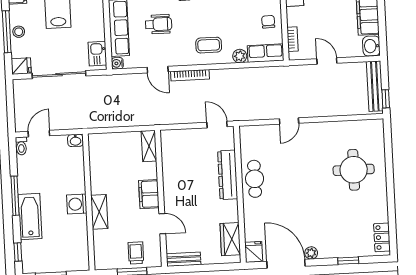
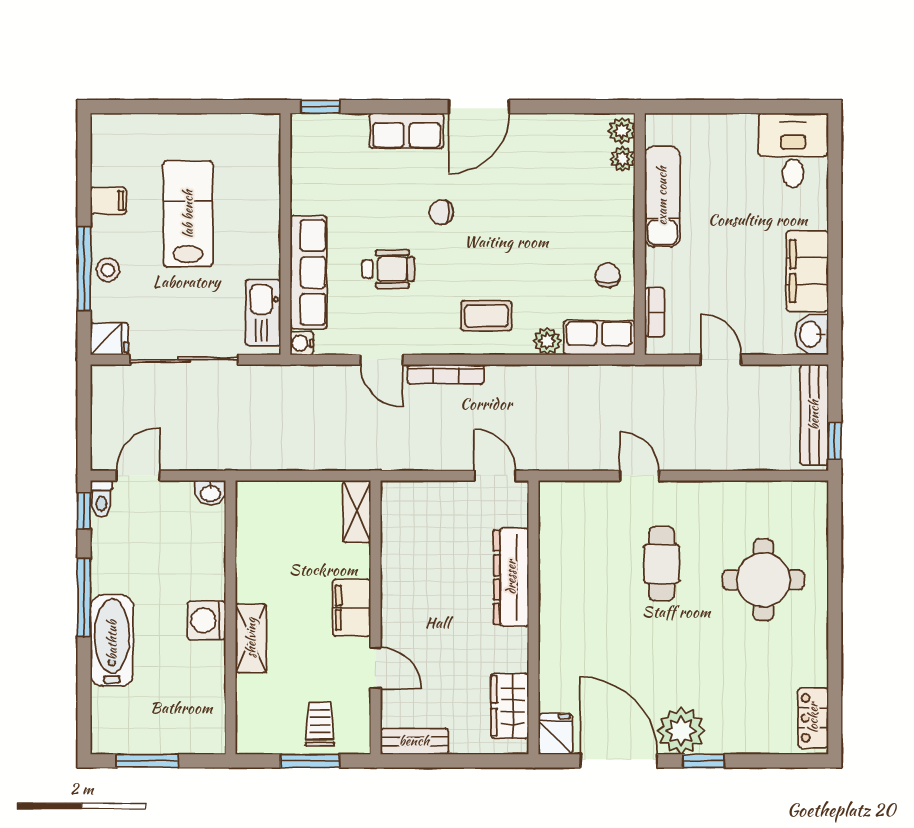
kitchen sink: (97, 54) -> (263, 313), width x1.38
door: (289, 121) -> (639, 476), swing flipped
cafe table: (255, 179) -> (662, 564), moved
window: (18, 252) -> (84, 511), moved
plant: (311, 253) -> (681, 731), width x1.87, depth x1.87
window: (348, 261) -> (704, 761), moved

